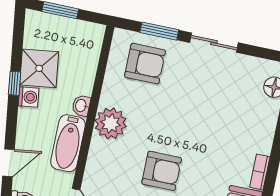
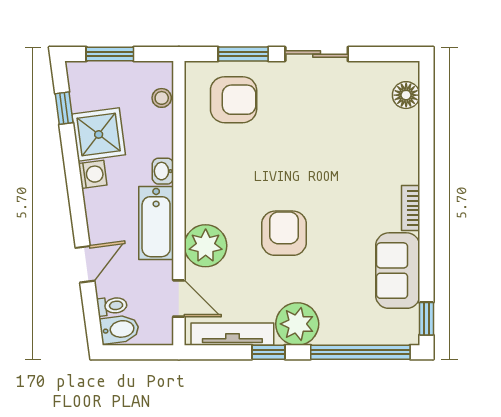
stool: (92, 51) -> (162, 98), added
window: (15, 83) -> (64, 108), moved
plant: (111, 123) -> (206, 246), moved
armchair: (162, 171) -> (284, 233), turned -90

